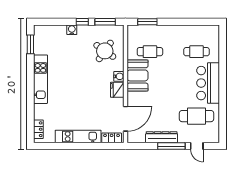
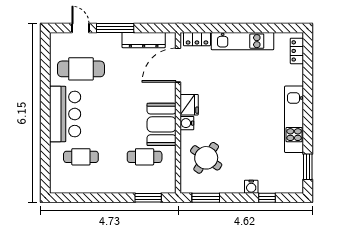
window: (82, 22) -> (267, 198), moved
dresser: (162, 137) -> (144, 40), moved

